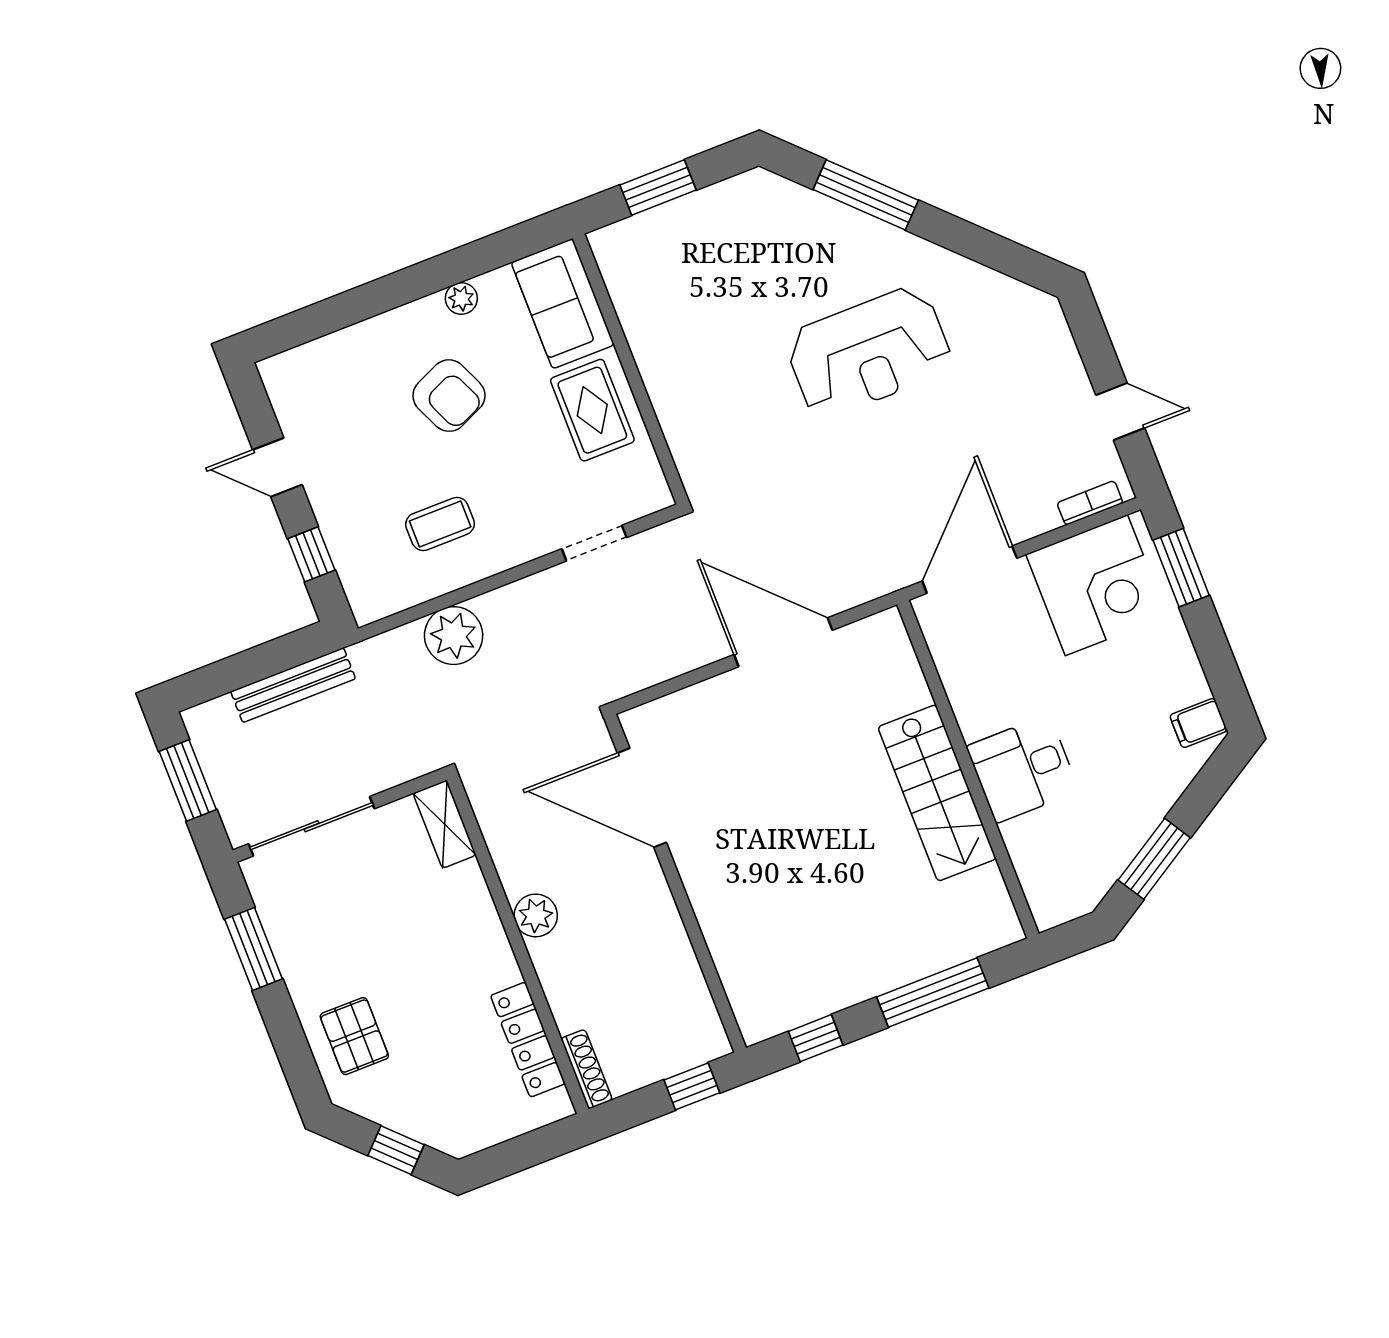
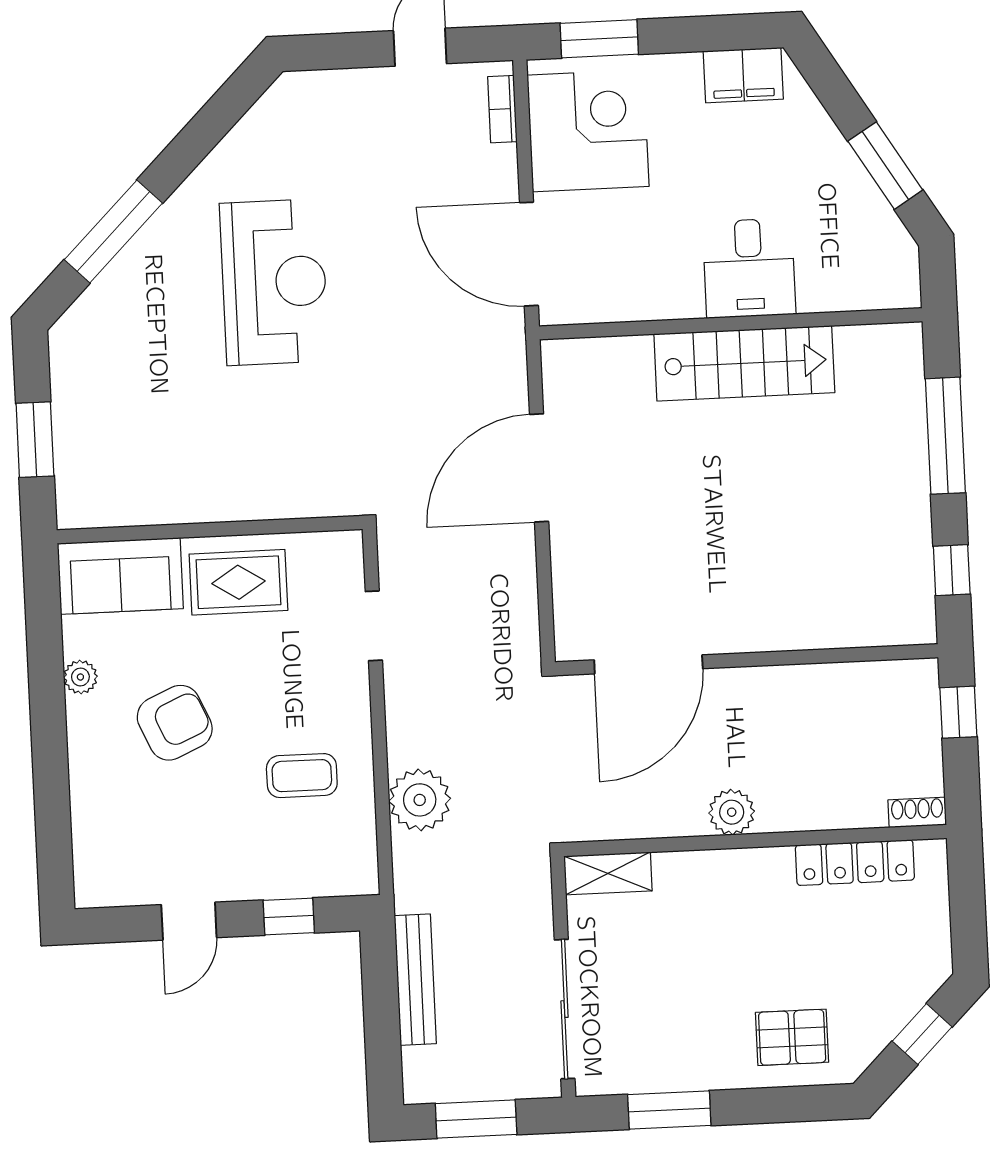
coffee table: (440, 524) -> (302, 776), turned 90
filing cabinet: (1198, 723) -> (743, 75), width x2.00
shoe rack: (587, 1069) -> (917, 812), width x0.70

